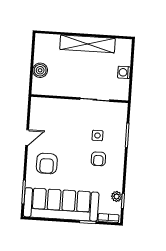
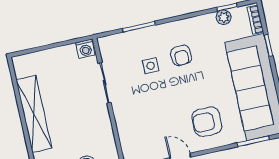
washing machine: (124, 72) -> (85, 49), moved
armchair: (98, 159) -> (181, 56), turned 86
armchair: (47, 163) -> (207, 122), turned 180

